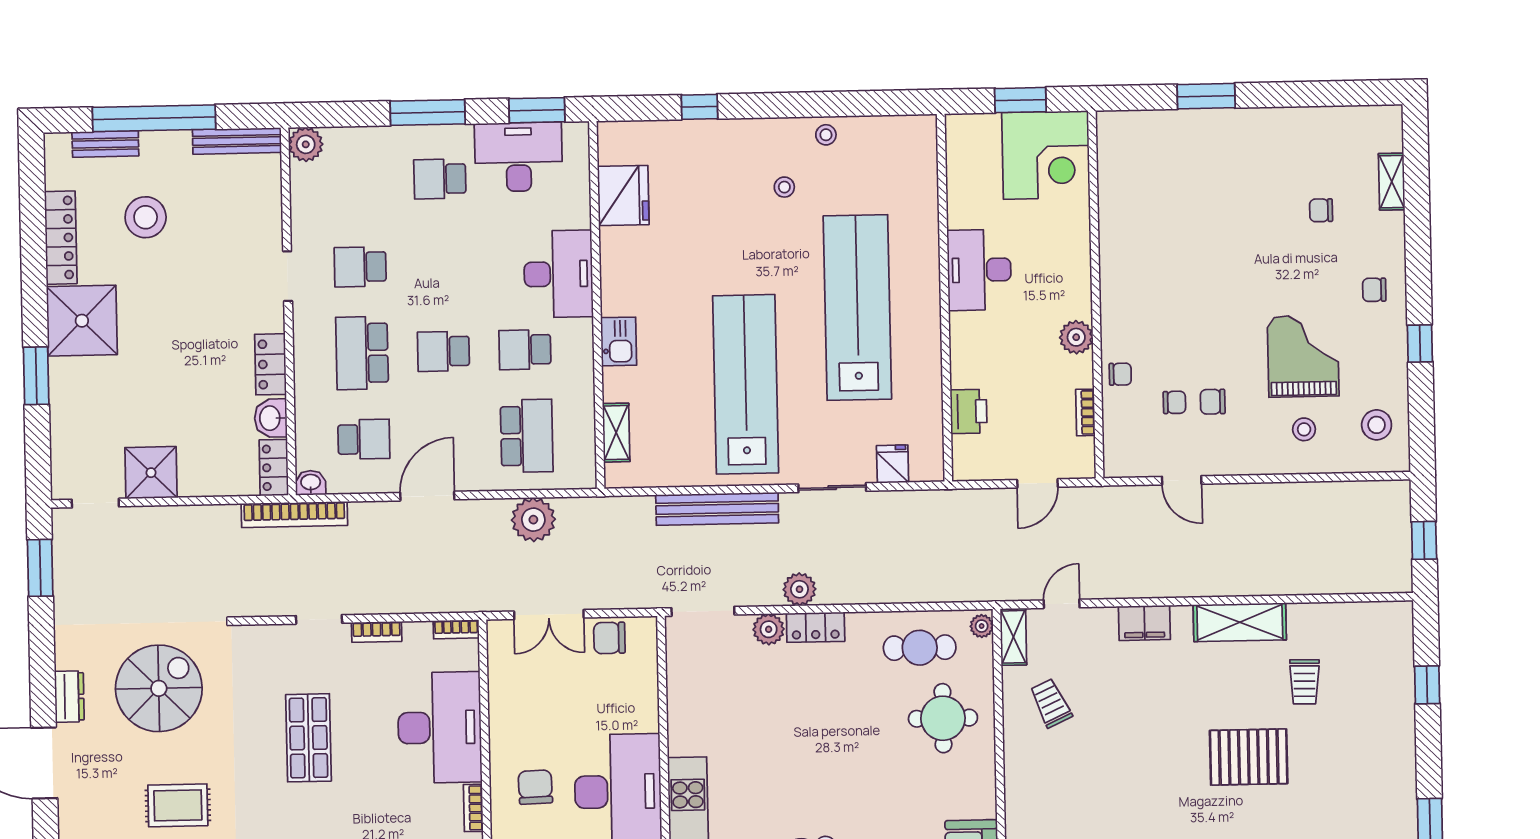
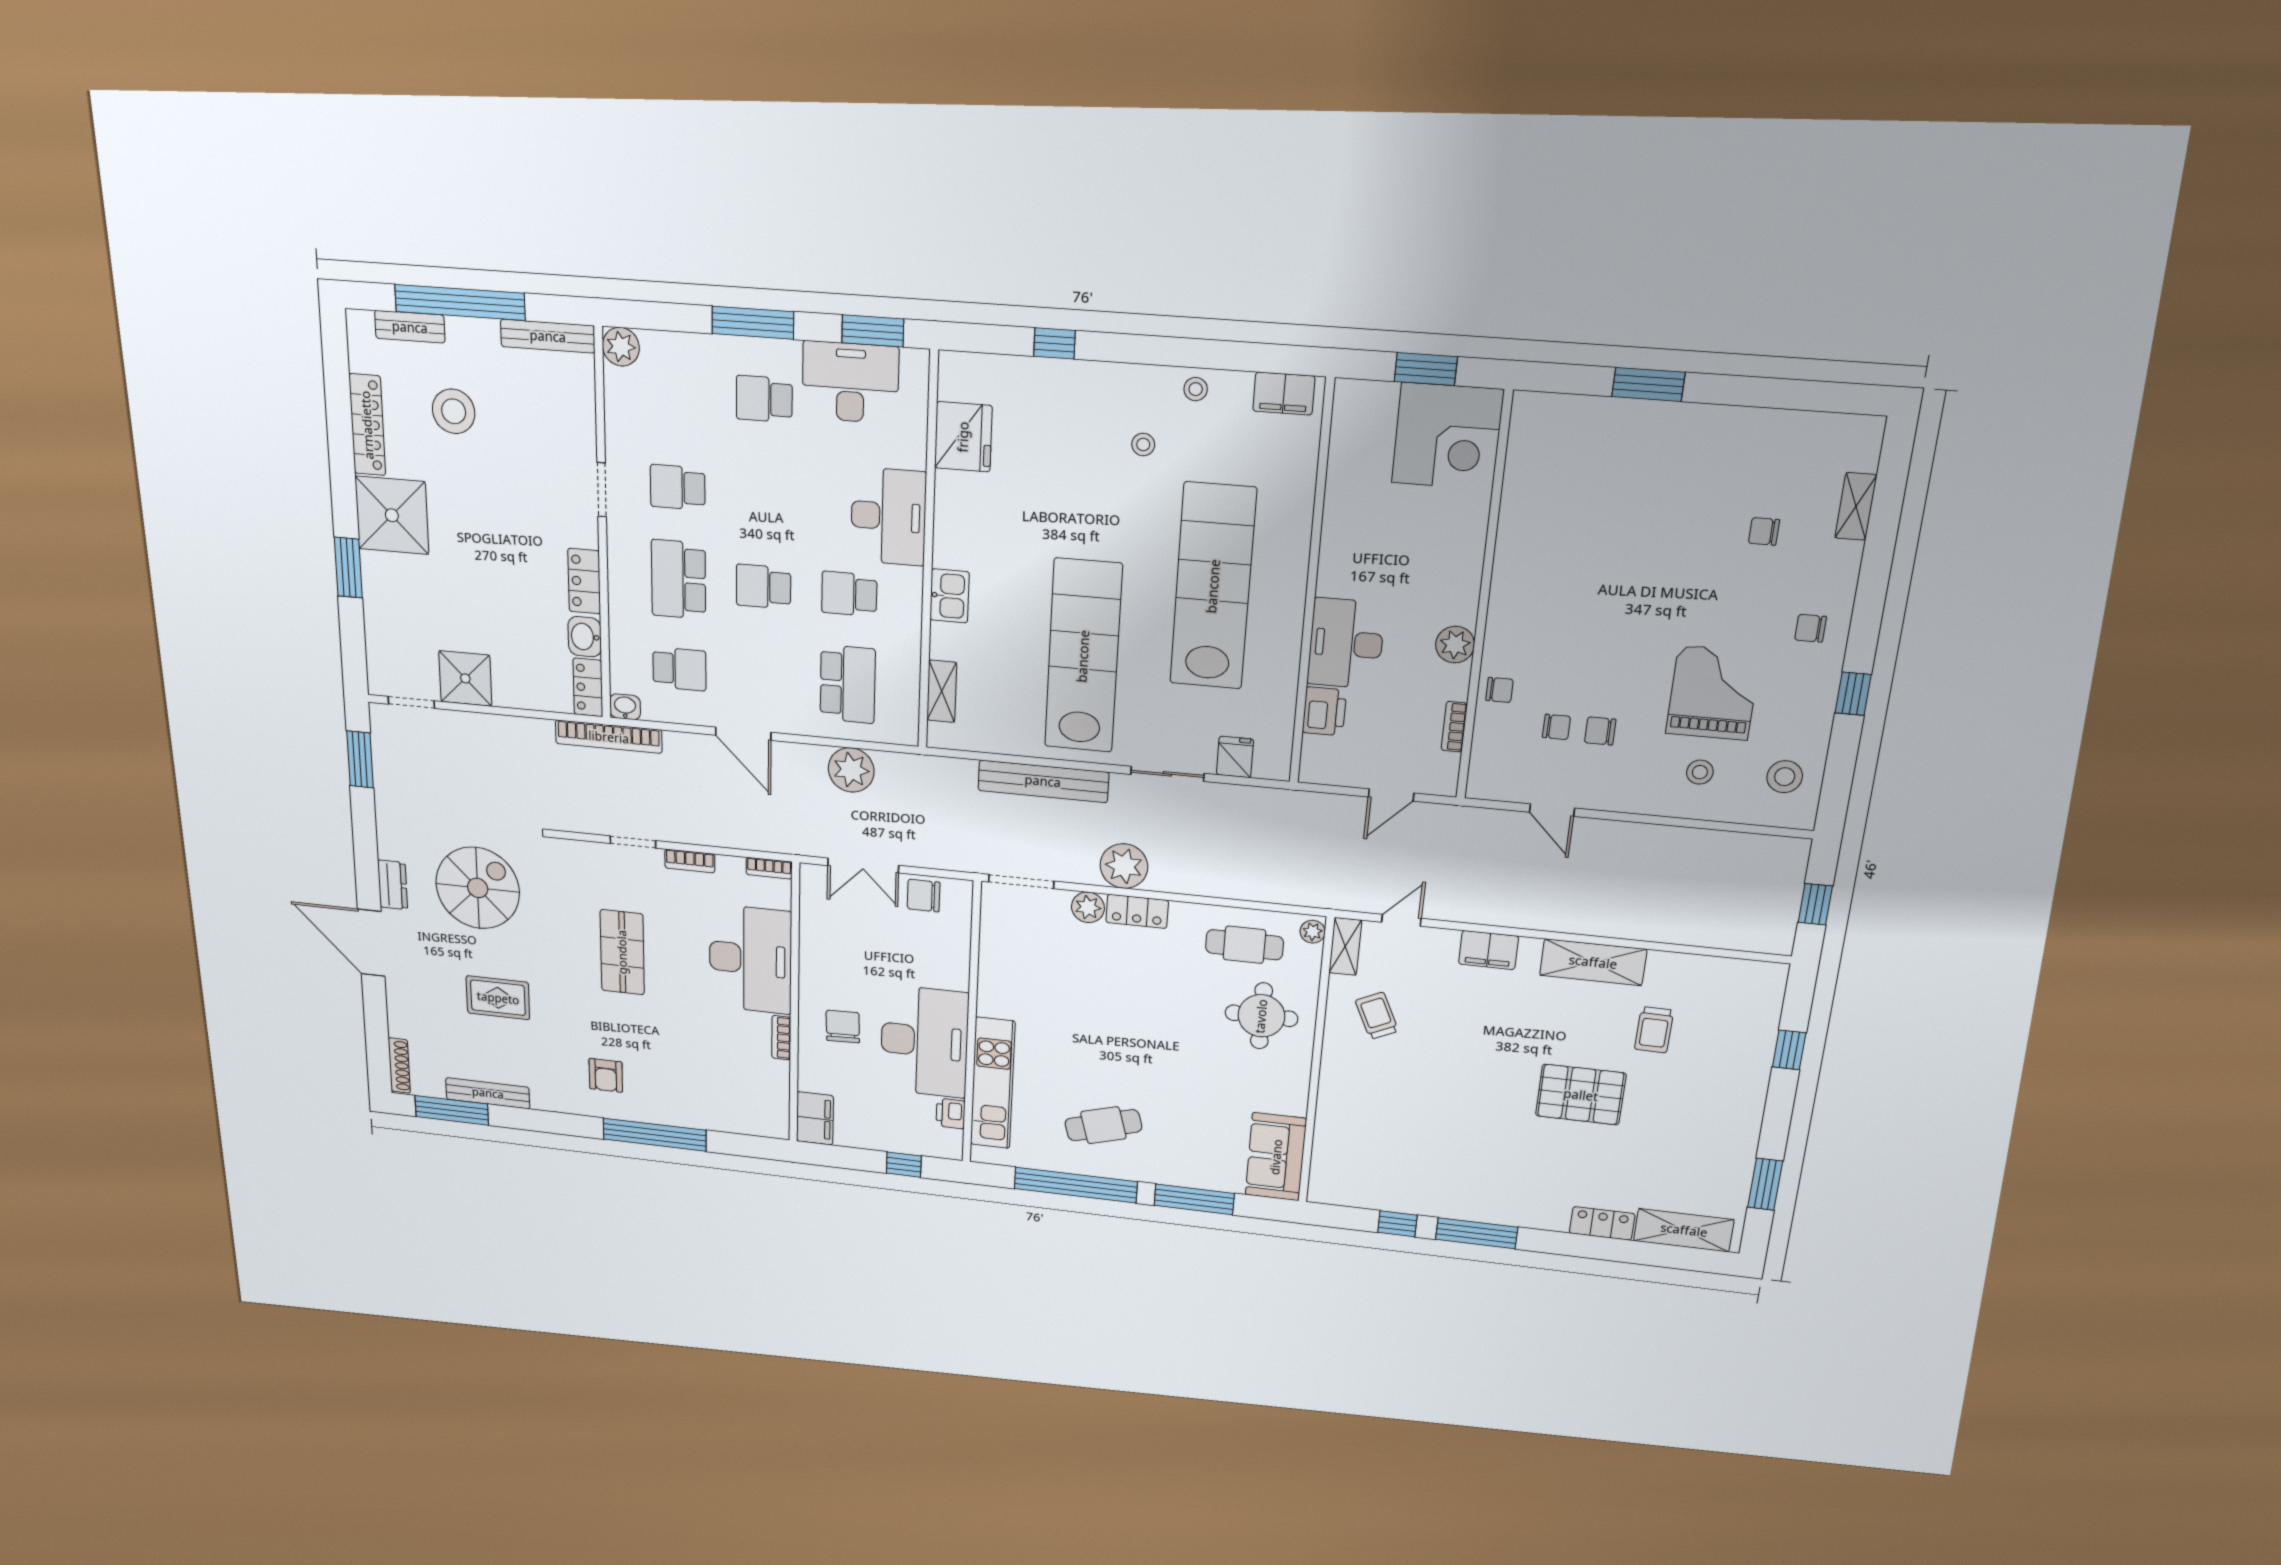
filing cabinet: (902, 132) -> (1284, 394), added
desk: (979, 270) -> (1346, 644), moved
door: (427, 496) -> (743, 734), swing flipped
plant: (799, 589) -> (1124, 866), width x1.36, depth x1.36

